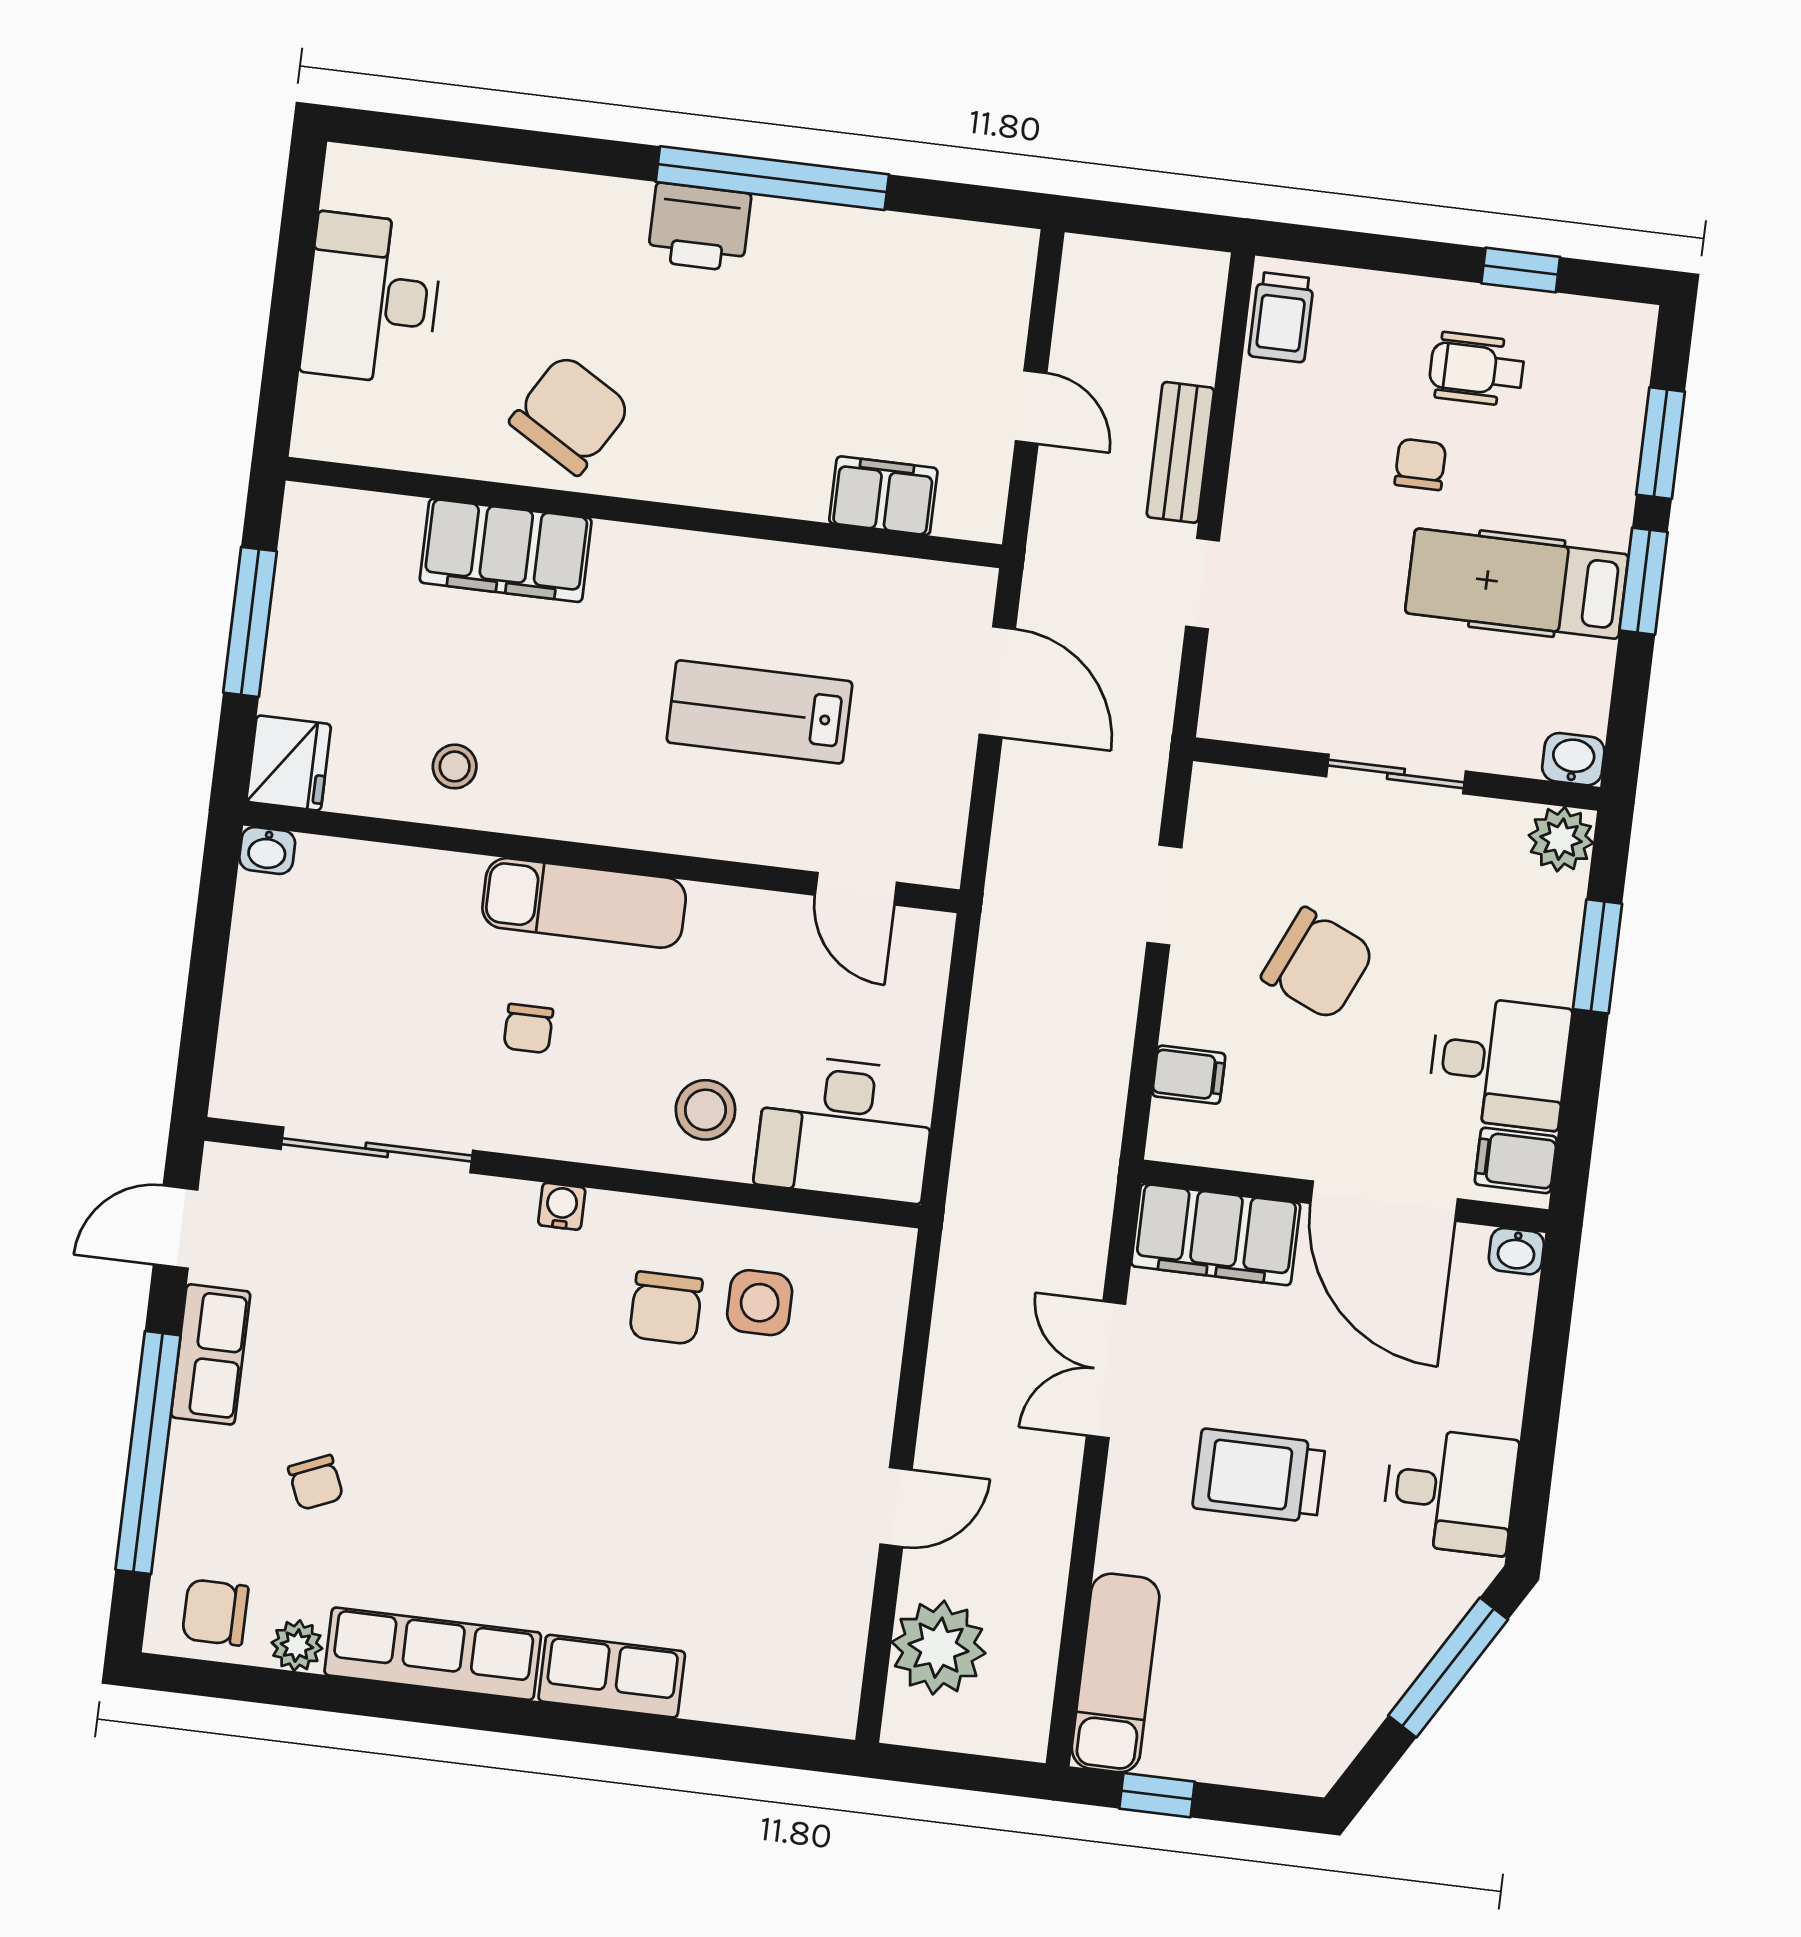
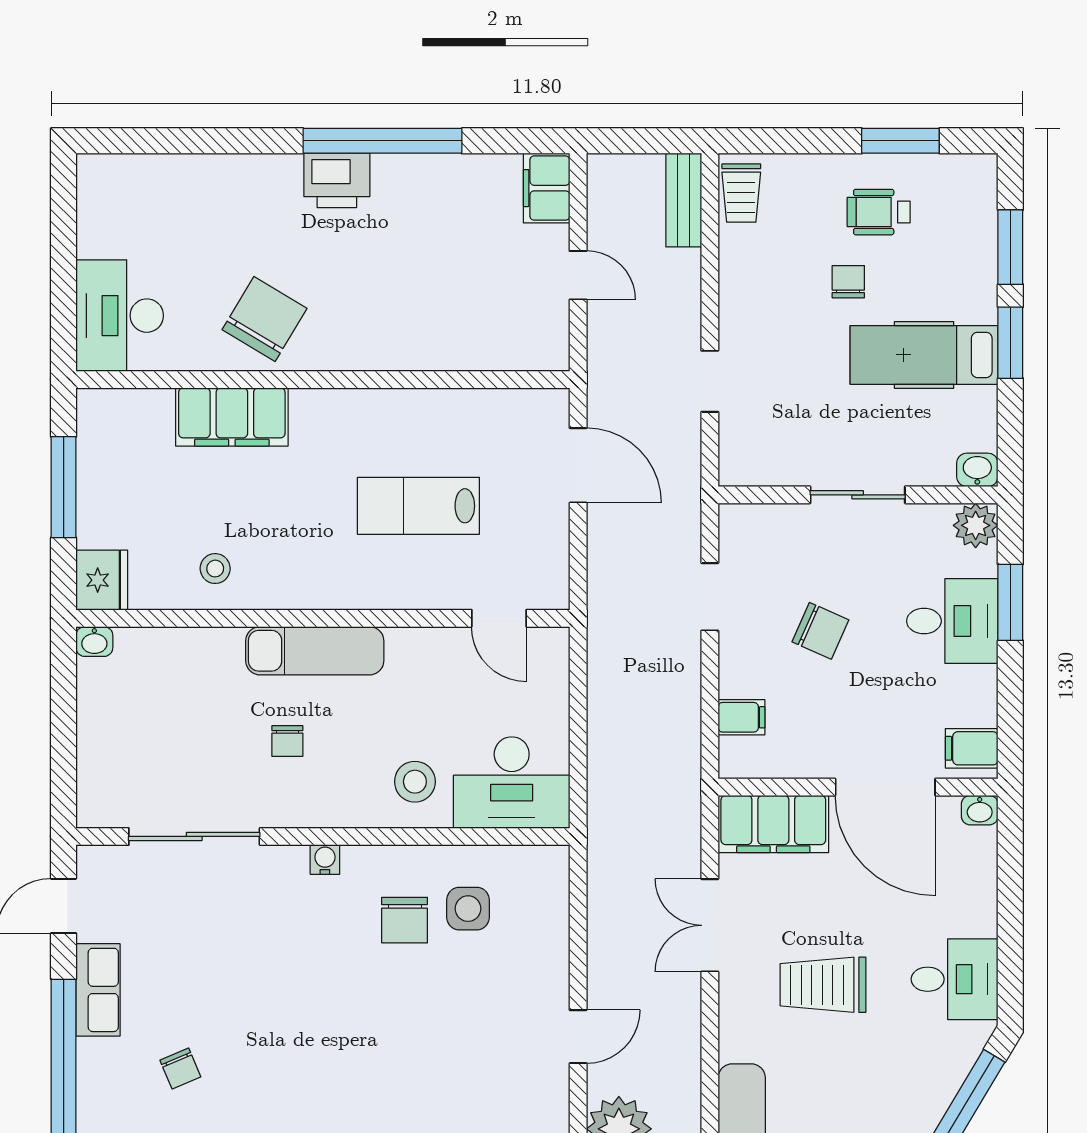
window: (1521, 270) -> (900, 141), width x1.50
desk: (372, 299) -> (120, 316), moved
bench: (1180, 452) -> (684, 200), moved
filing cabinet: (883, 496) -> (547, 188), moved, turned -90
chair: (1318, 964) -> (820, 631), width x0.73, depth x0.73
desk: (1499, 1062) -> (952, 621), moved

